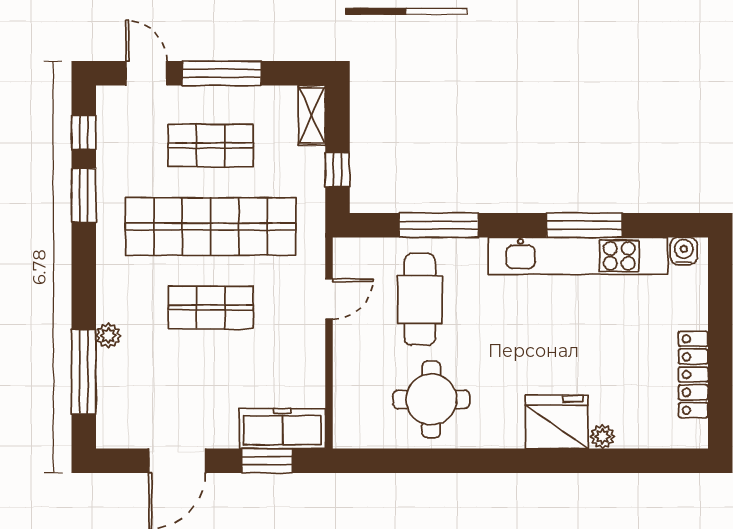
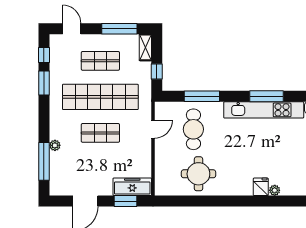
window: (222, 73) -> (119, 29), moved
fridge: (557, 422) -> (261, 187), width x0.53, depth x0.75

